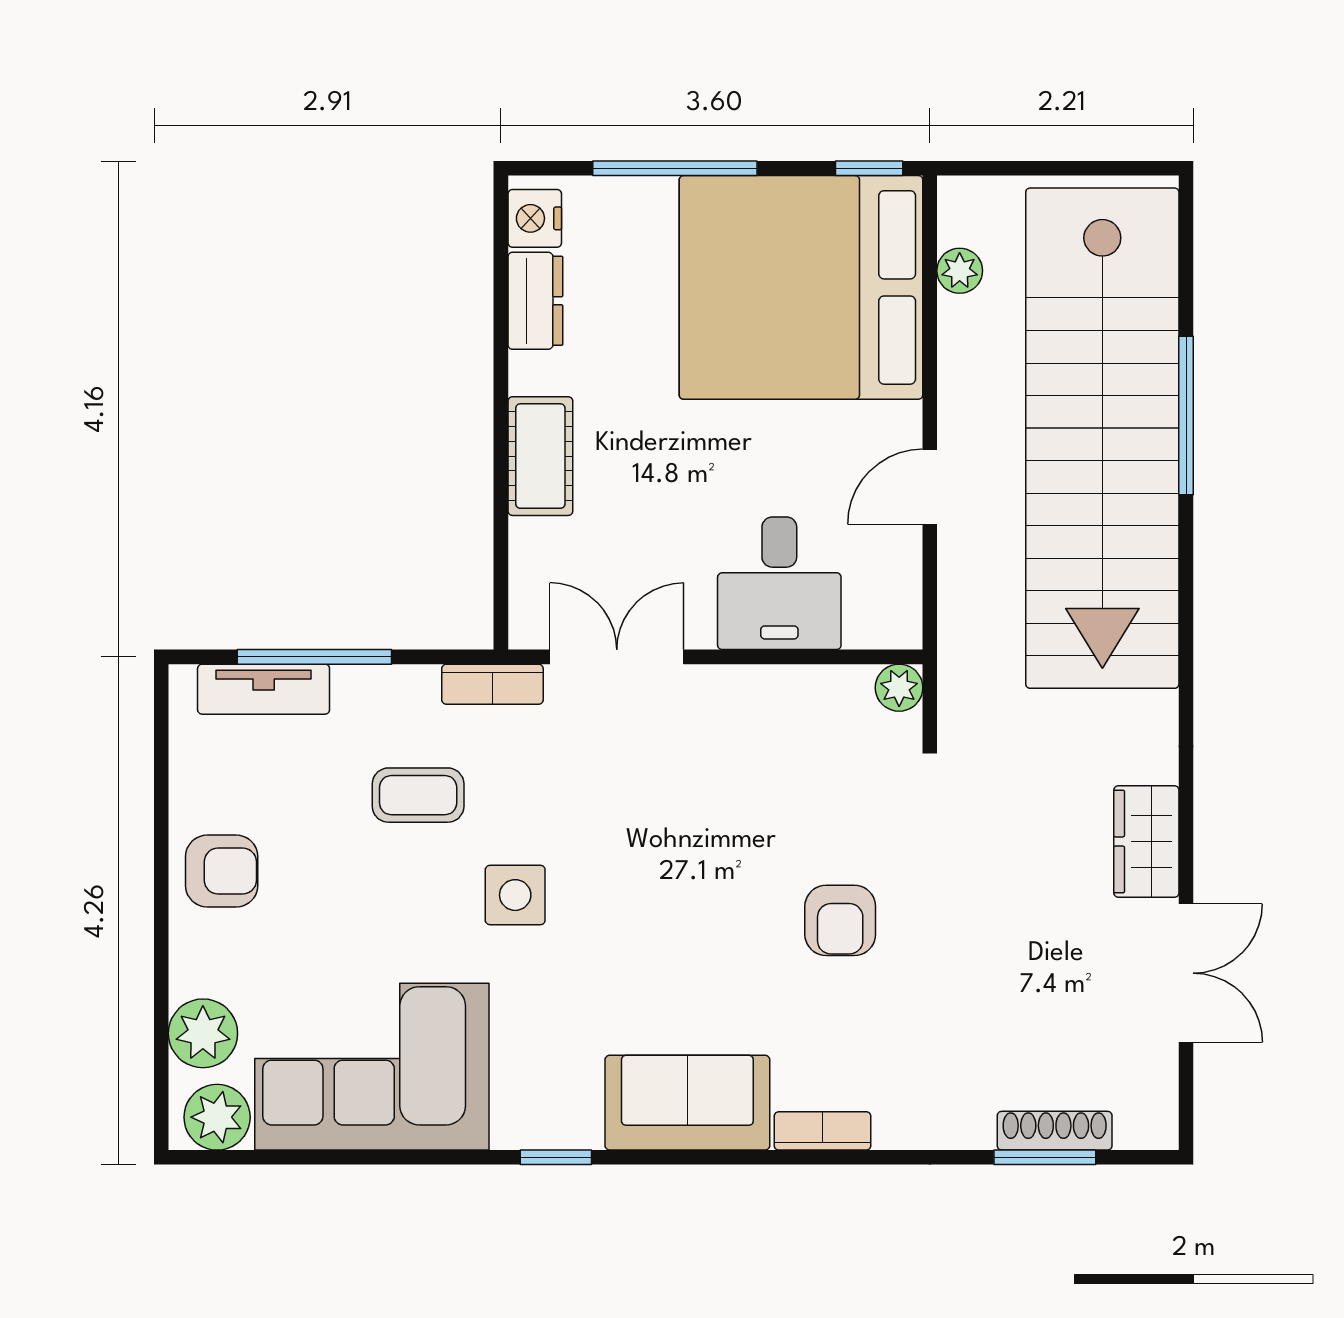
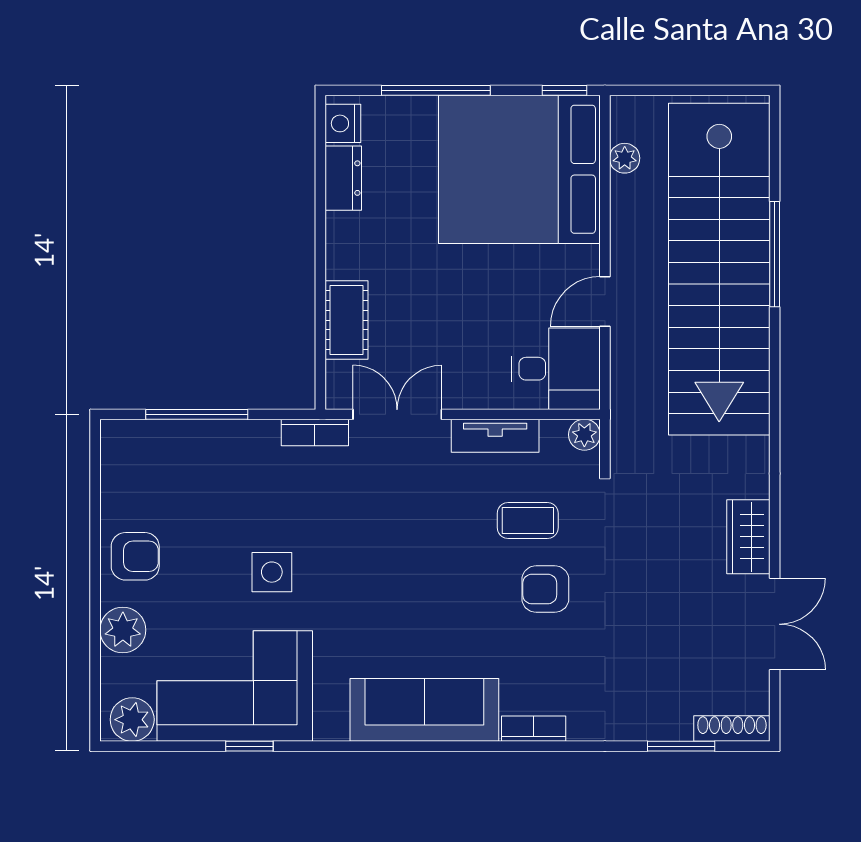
cot: (540, 456) -> (347, 320), moved
desk: (779, 583) -> (556, 369), moved, turned -90
tv unit: (264, 689) -> (495, 436), moved
coffee table: (418, 795) -> (528, 520), moved
side table: (515, 895) -> (272, 572), moved
armchair: (840, 920) -> (545, 589), turned 90
plant: (203, 1033) -> (123, 630), moved
sofa: (687, 1103) -> (424, 710), width x1.36
shoe rack: (1055, 1131) -> (732, 728), moved
window: (556, 1157) -> (249, 746), moved

